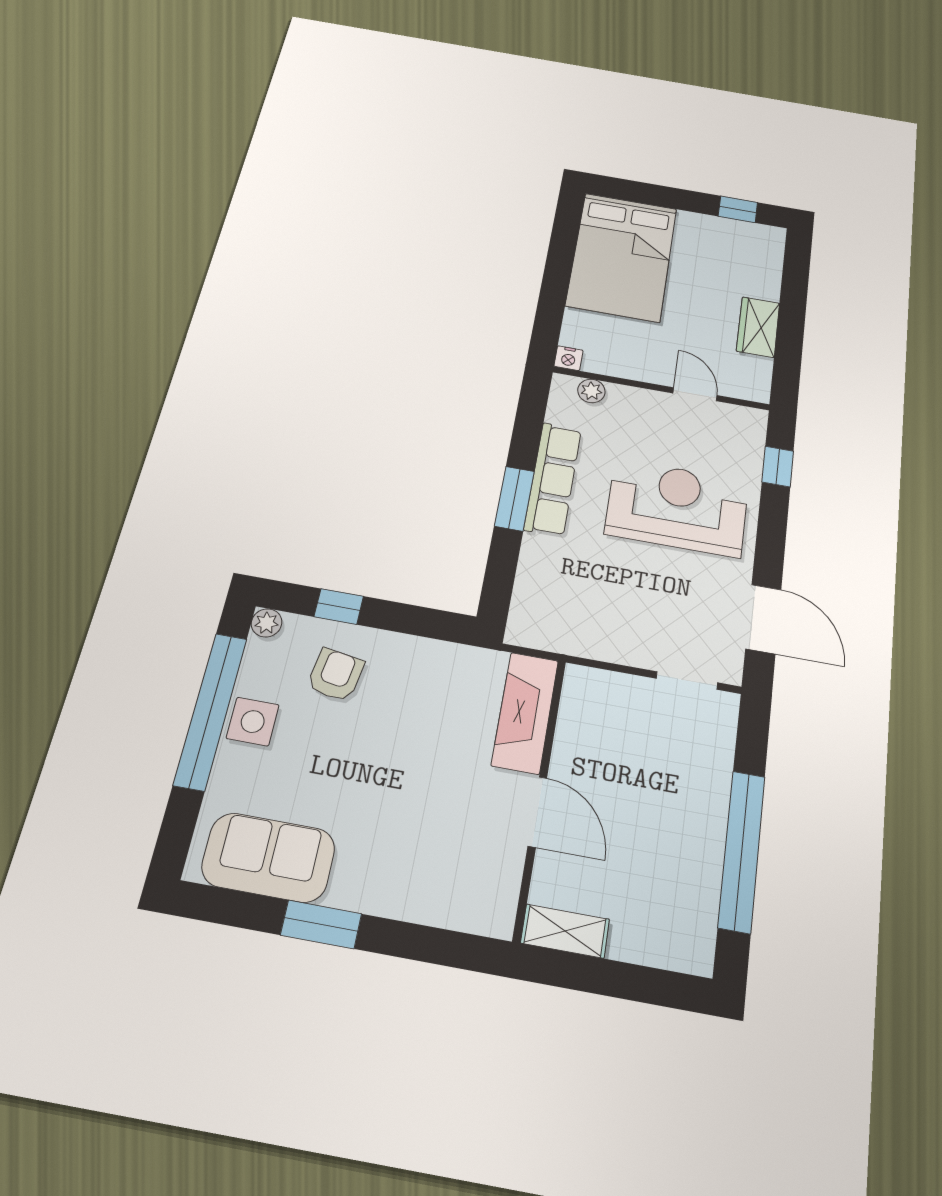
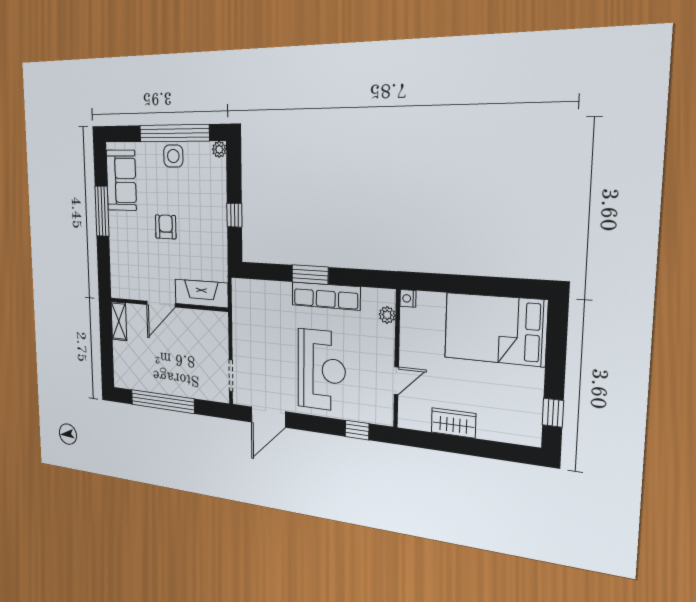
window: (339, 607) -> (234, 215), moved
armchair: (336, 675) -> (166, 227), moved, turned -99
window: (321, 924) -> (102, 211), width x1.44

